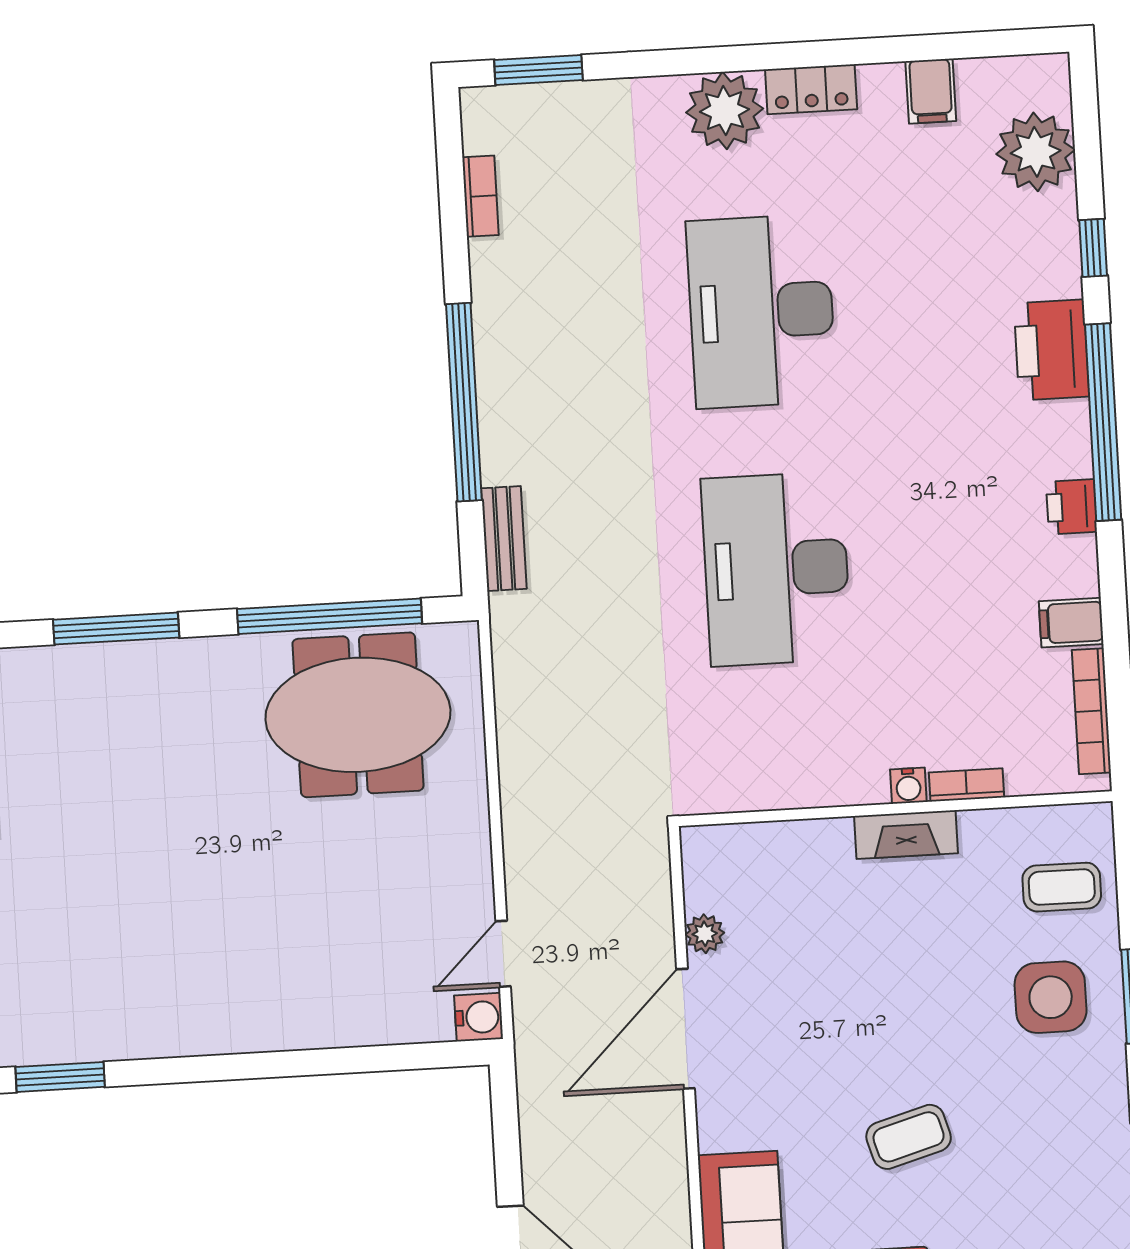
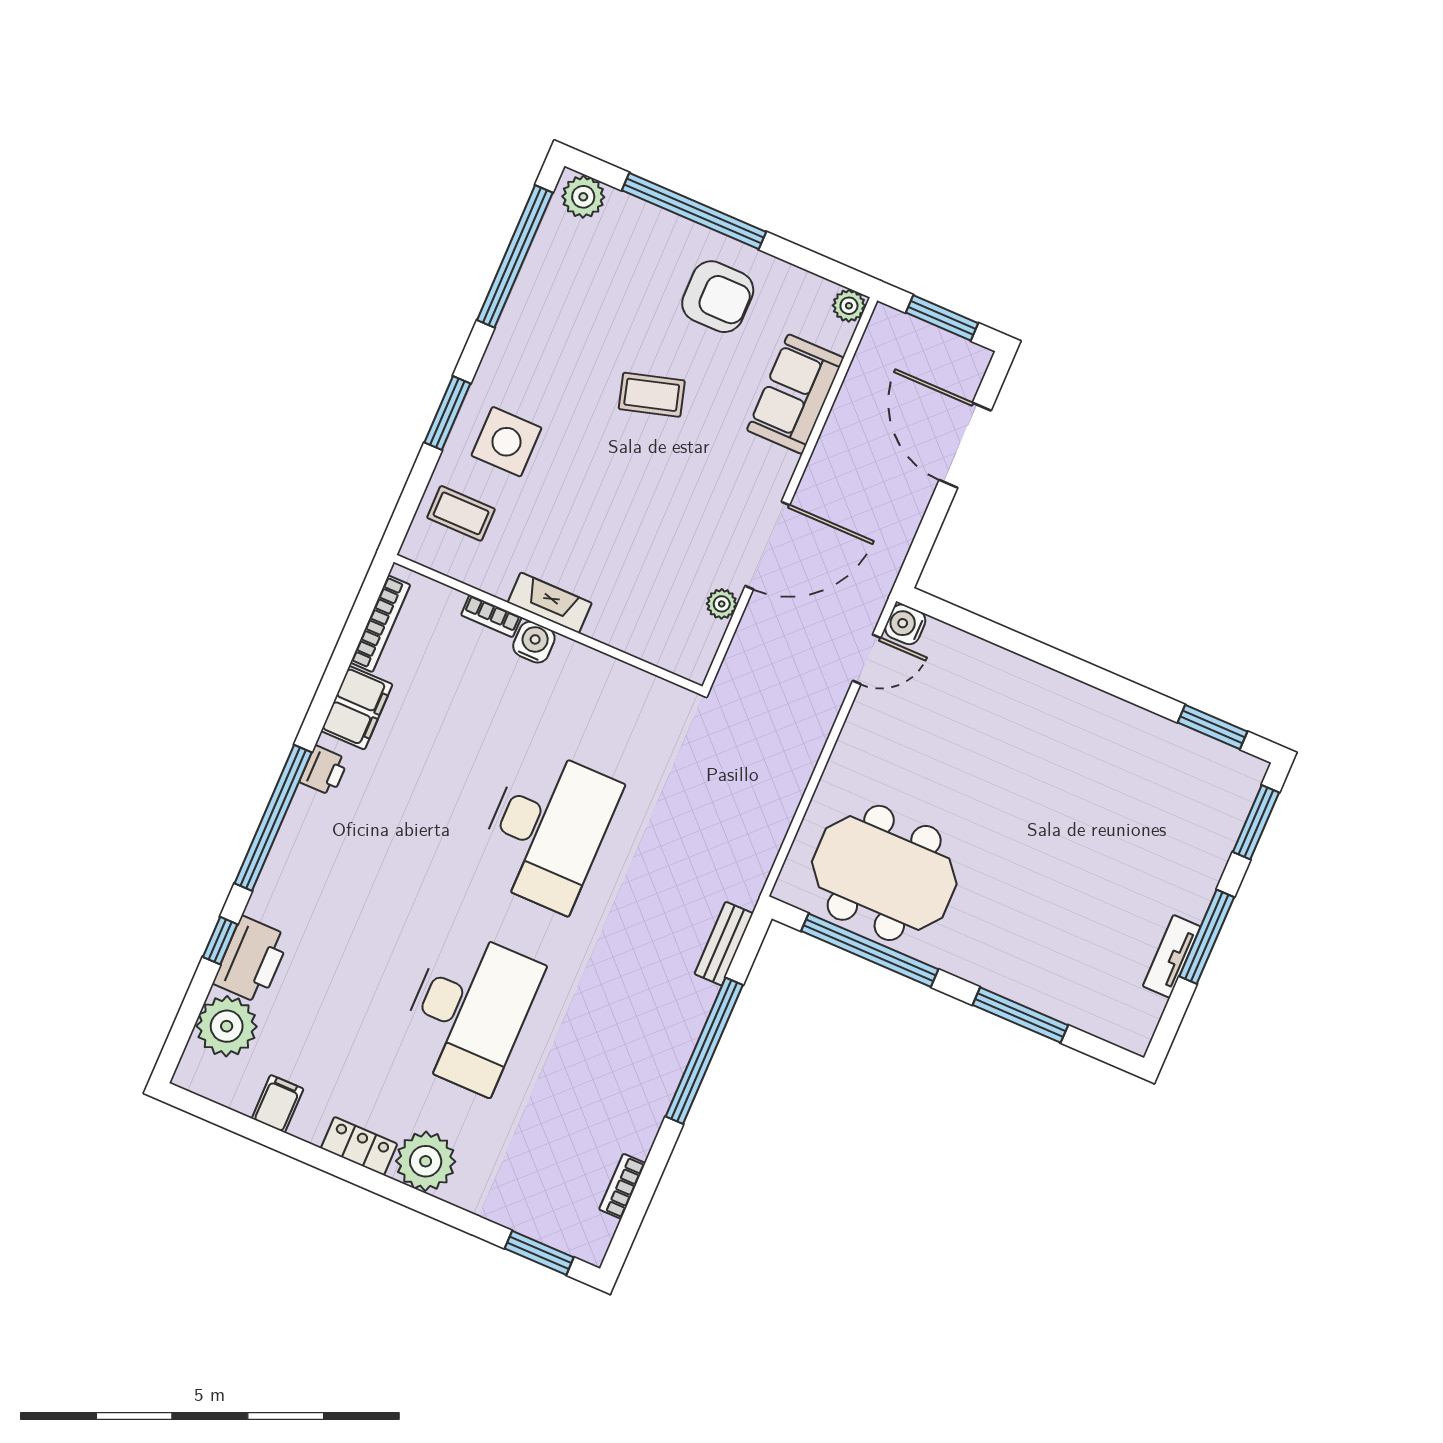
printer: (1051, 350) -> (251, 960), moved
filing cabinet: (1071, 623) -> (357, 708), width x2.00
water cooler: (908, 786) -> (534, 642), width x1.38, depth x1.38

